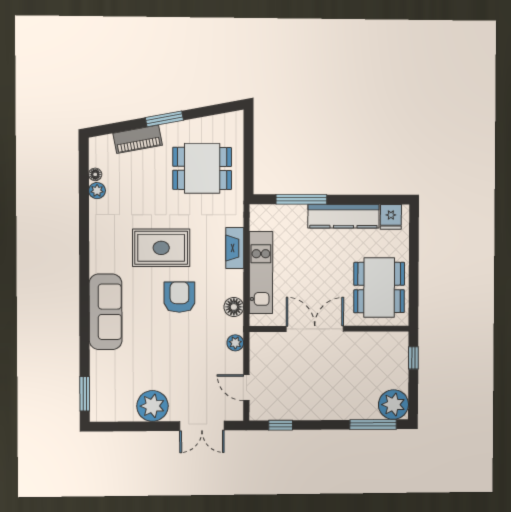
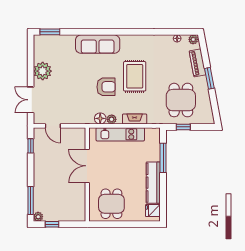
window: (248, 165) -> (183, 127), added
plant: (97, 191) -> (193, 39), moved
dining table: (379, 288) -> (111, 204), width x0.73
double door: (315, 329) -> (87, 166), swing flipped
plant: (235, 343) -> (112, 119), moved
window: (413, 358) -> (52, 224), moved
door: (246, 388) -> (53, 126), swing flipped
plant: (393, 405) -> (38, 217), width x0.53, depth x0.53

